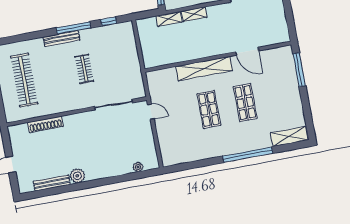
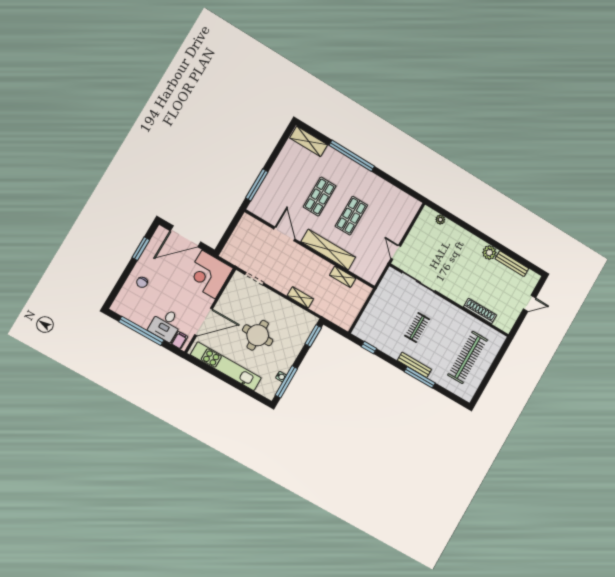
shelving: (169, 19) -> (343, 277), moved
window: (74, 28) -> (420, 377), moved

